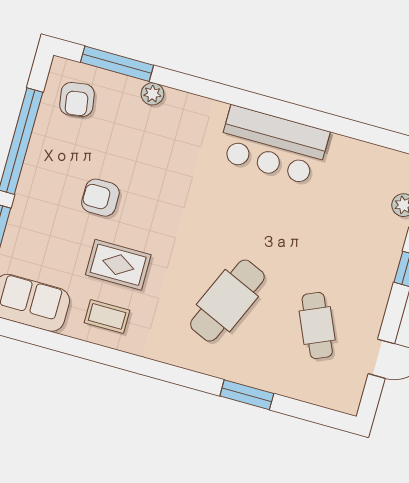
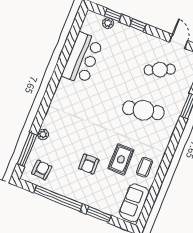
armchair: (77, 99) -> (42, 170), turned -77
bar counter: (273, 145) -> (82, 58), moved
cafe table: (227, 301) -> (143, 110), turned -36

